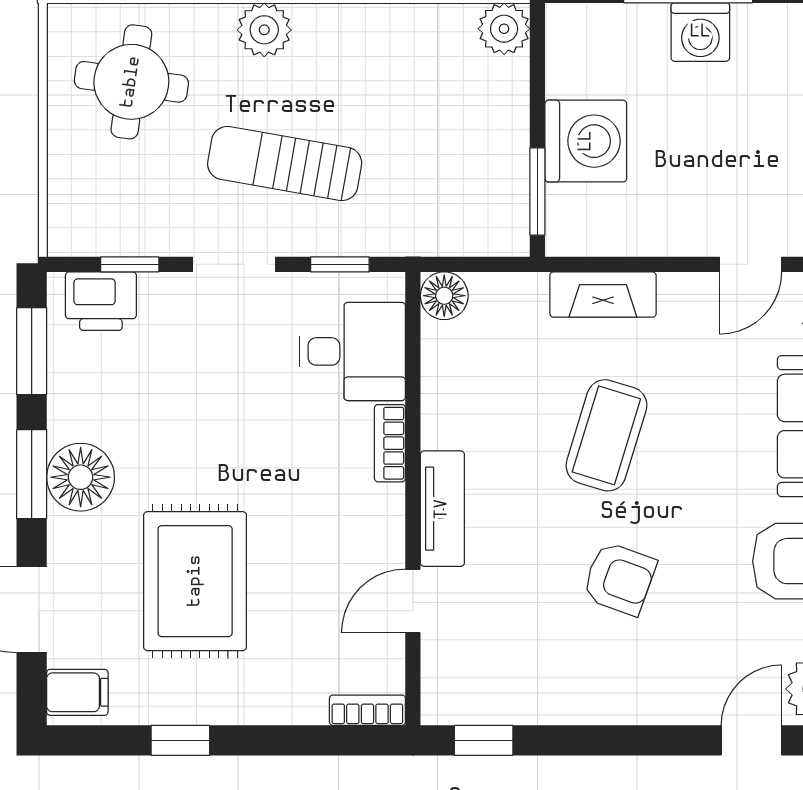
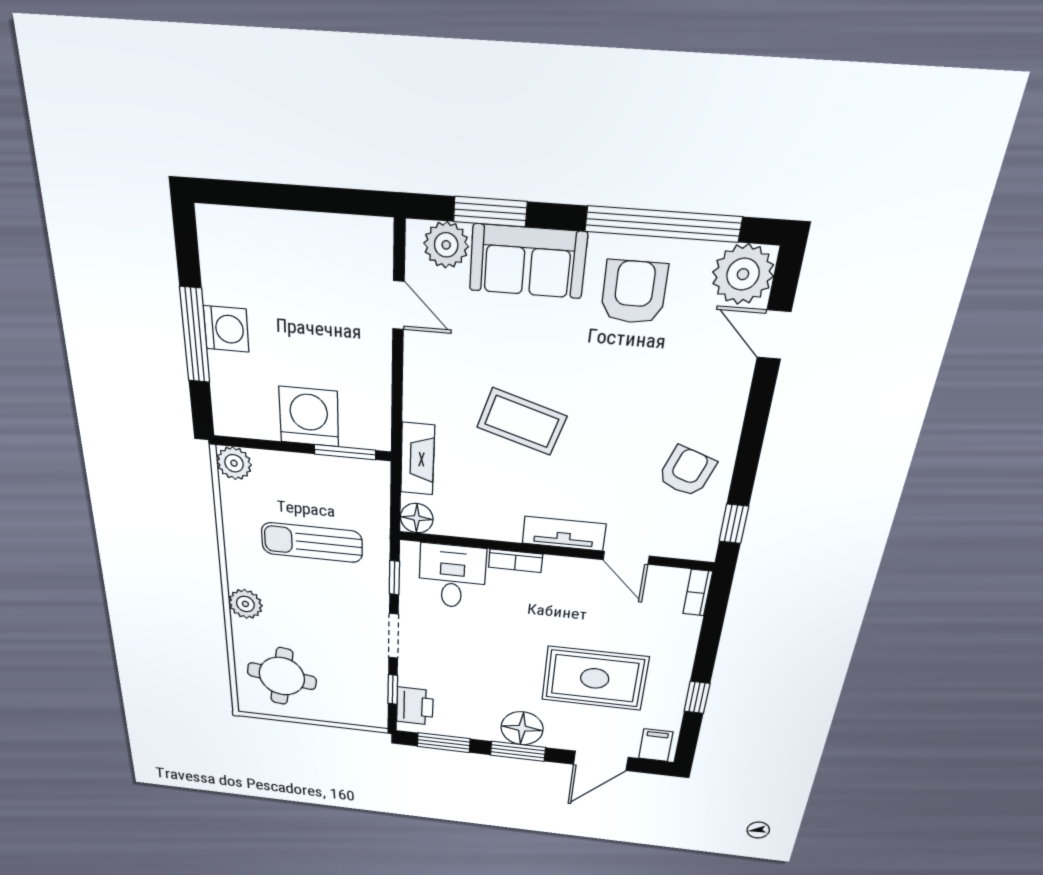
sun lounger: (285, 163) -> (312, 543), moved, turned 80
fireplace: (603, 295) -> (417, 459), moved
armchair: (619, 579) -> (687, 471), moved

